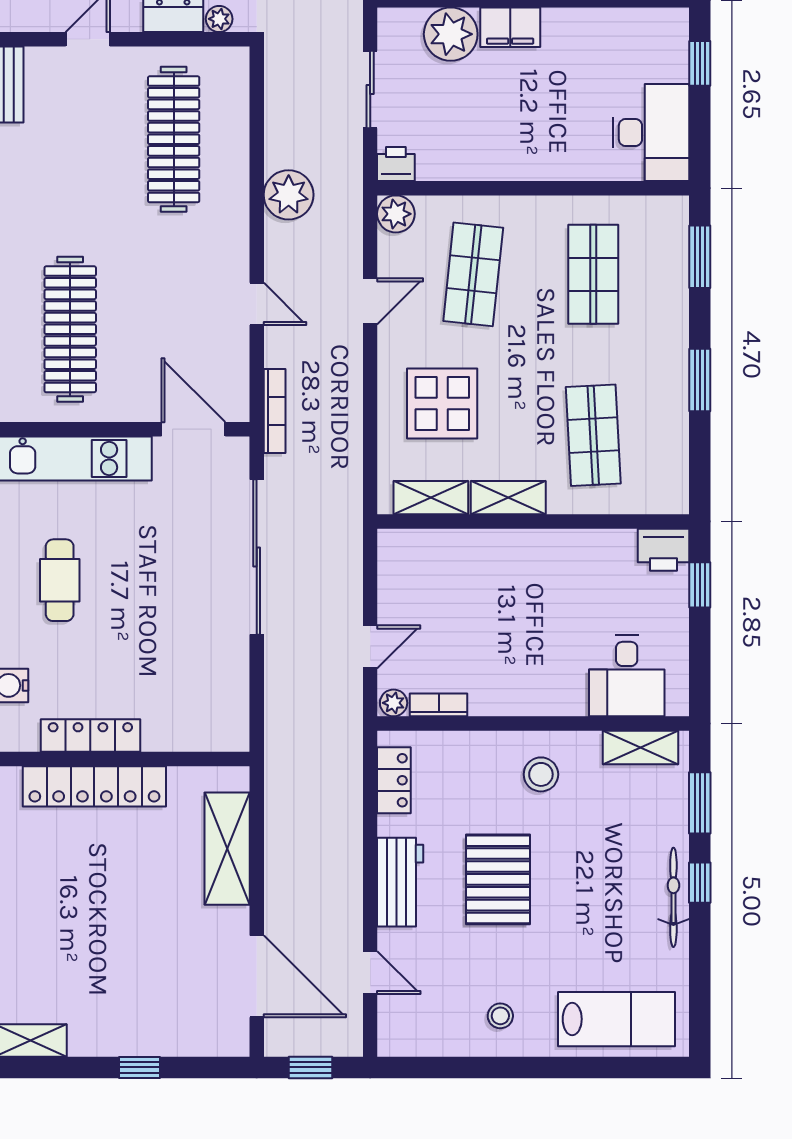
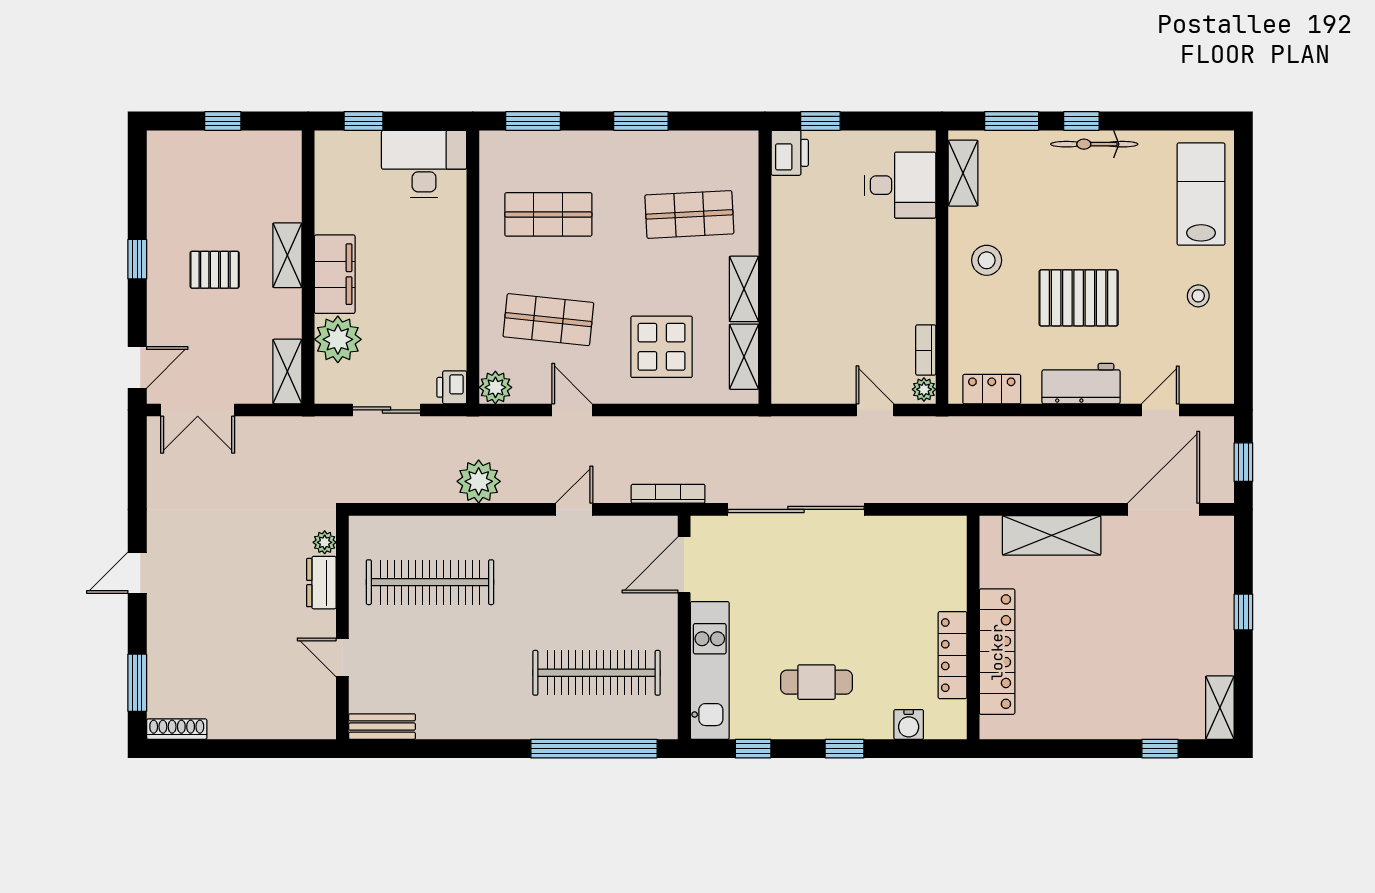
filing cabinet: (510, 27) -> (335, 274), width x1.50, depth x1.17

